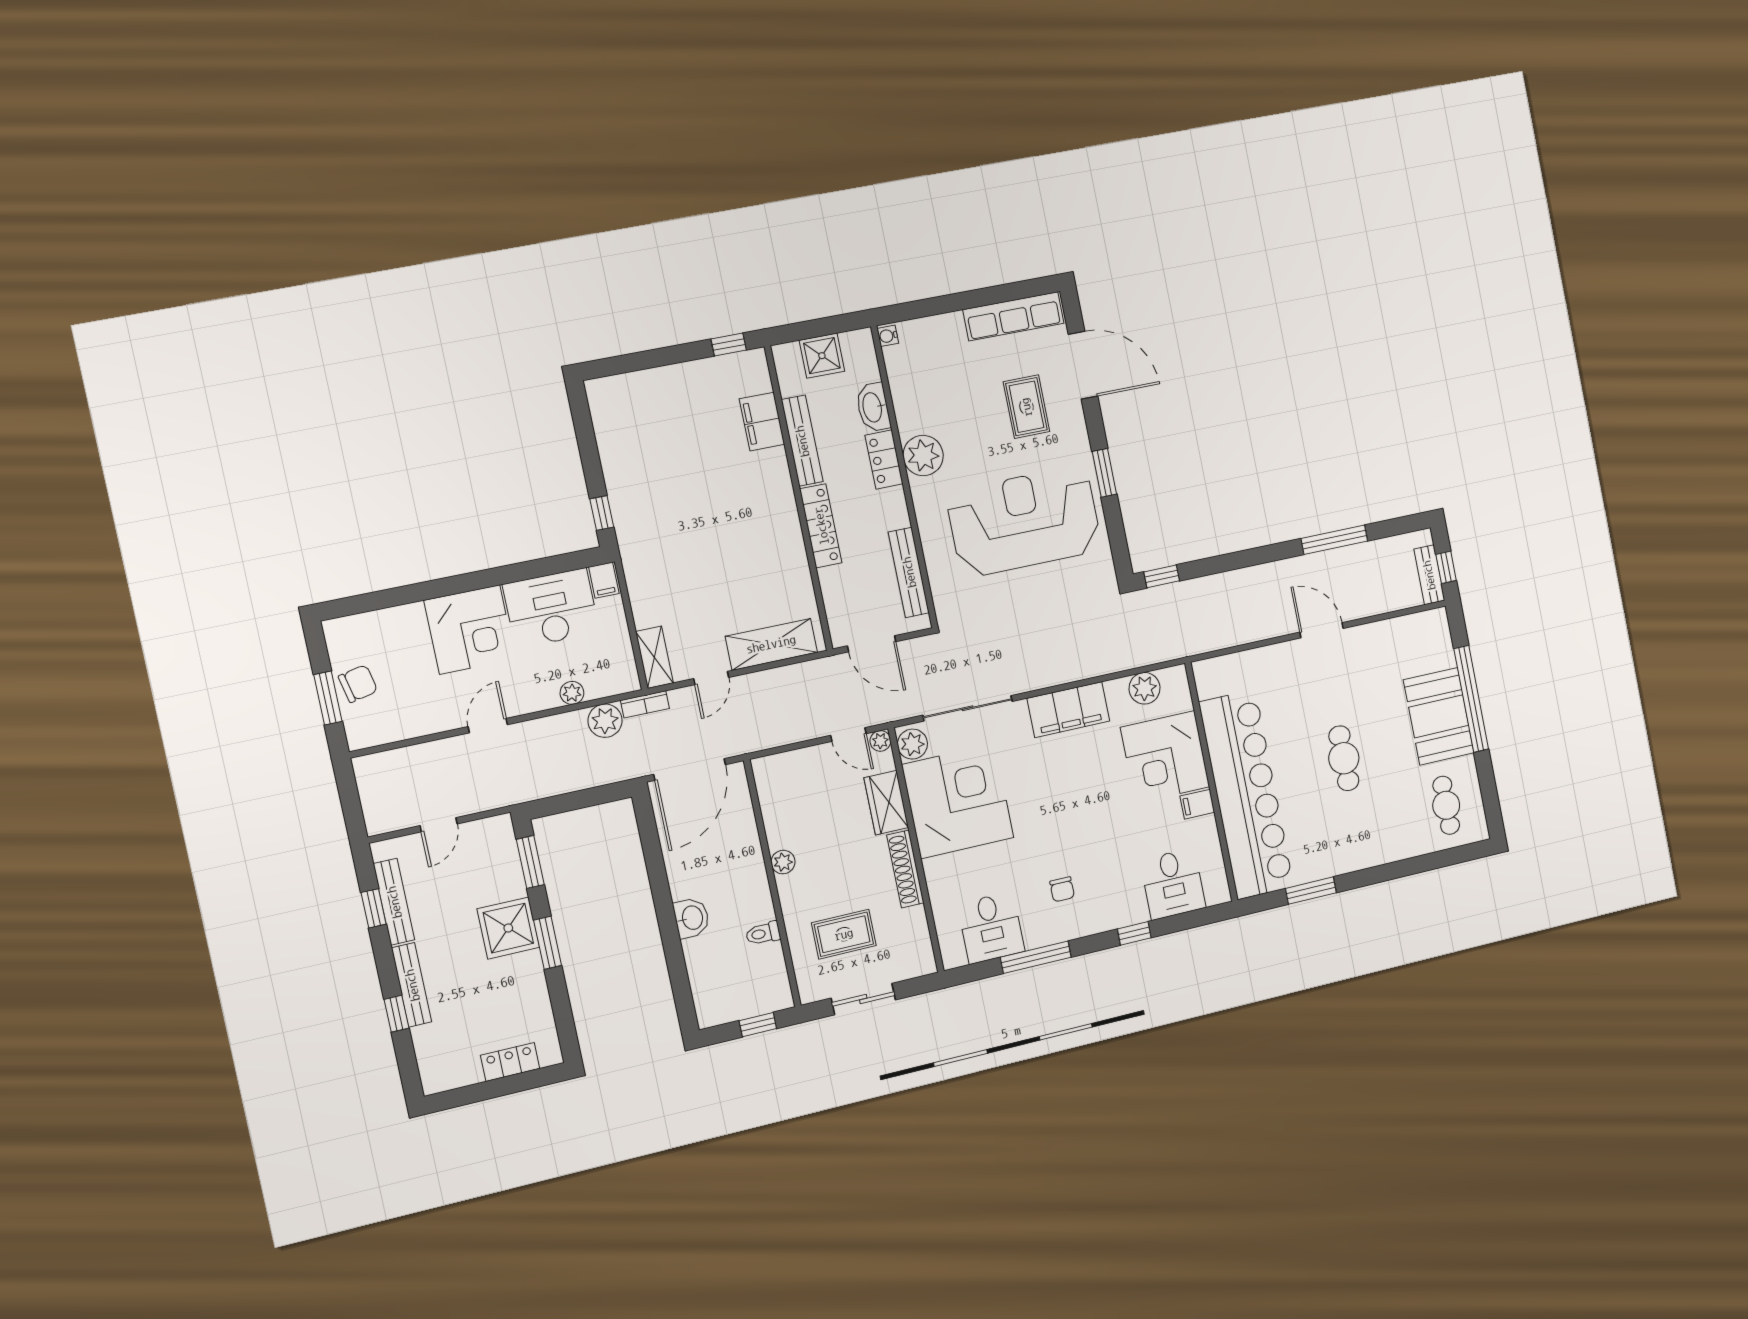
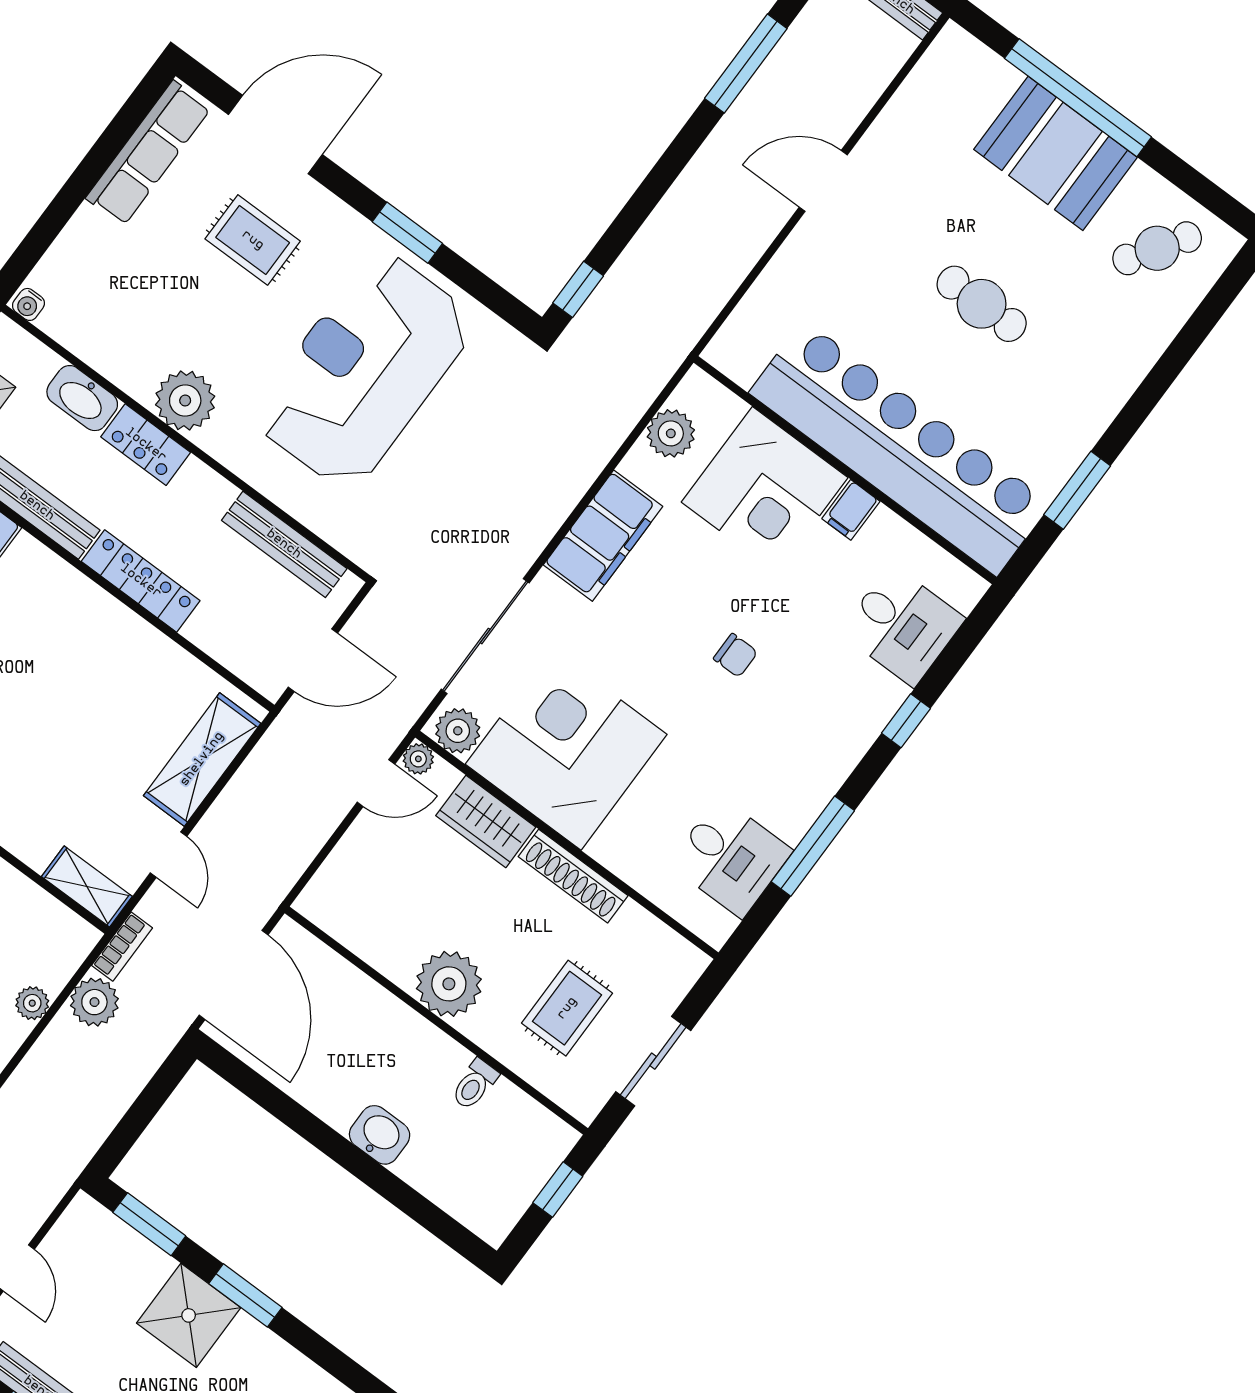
cafe table: (1446, 805) -> (1157, 248), turned -57
plant: (783, 862) -> (449, 984), width x1.88, depth x1.88
chair: (1062, 889) -> (735, 655), moved

